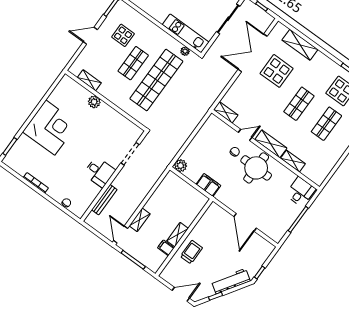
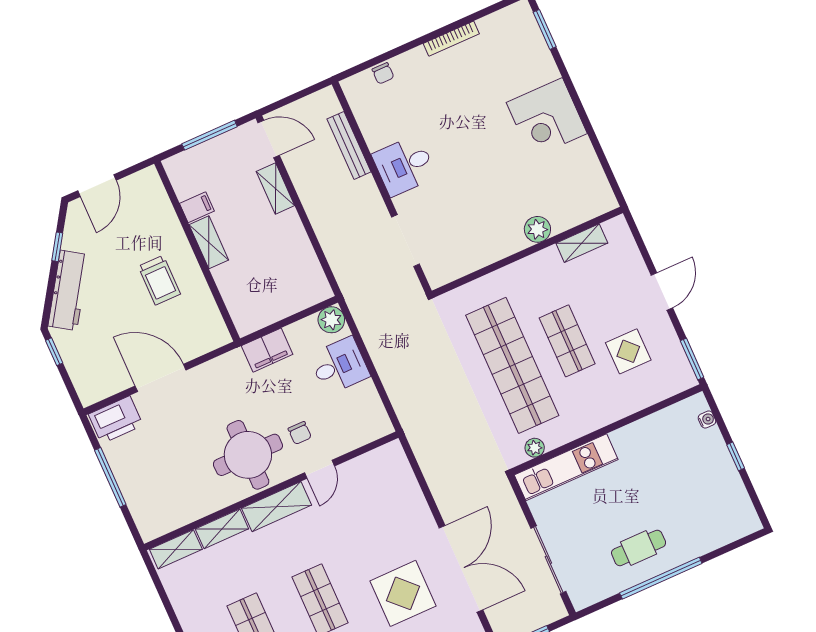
shelving: (226, 112) -> (176, 549), moved
corner desk: (50, 128) -> (547, 118), width x0.74, depth x0.74
desk: (301, 192) -> (339, 366), moved, turned -90
printer: (273, 231) -> (116, 420), added
trolley: (191, 252) -> (159, 280), moved

